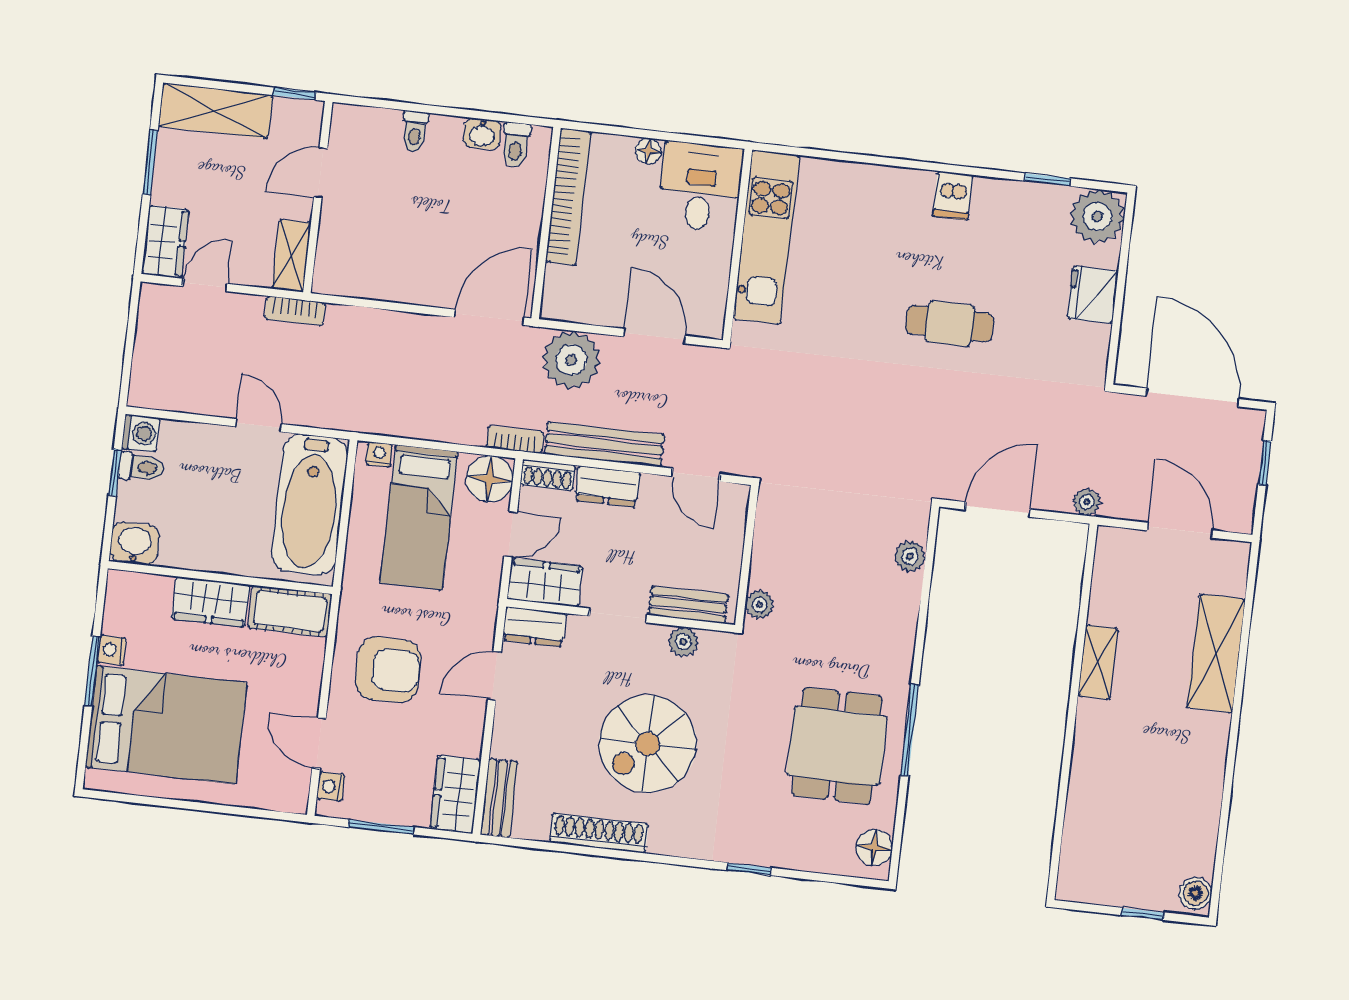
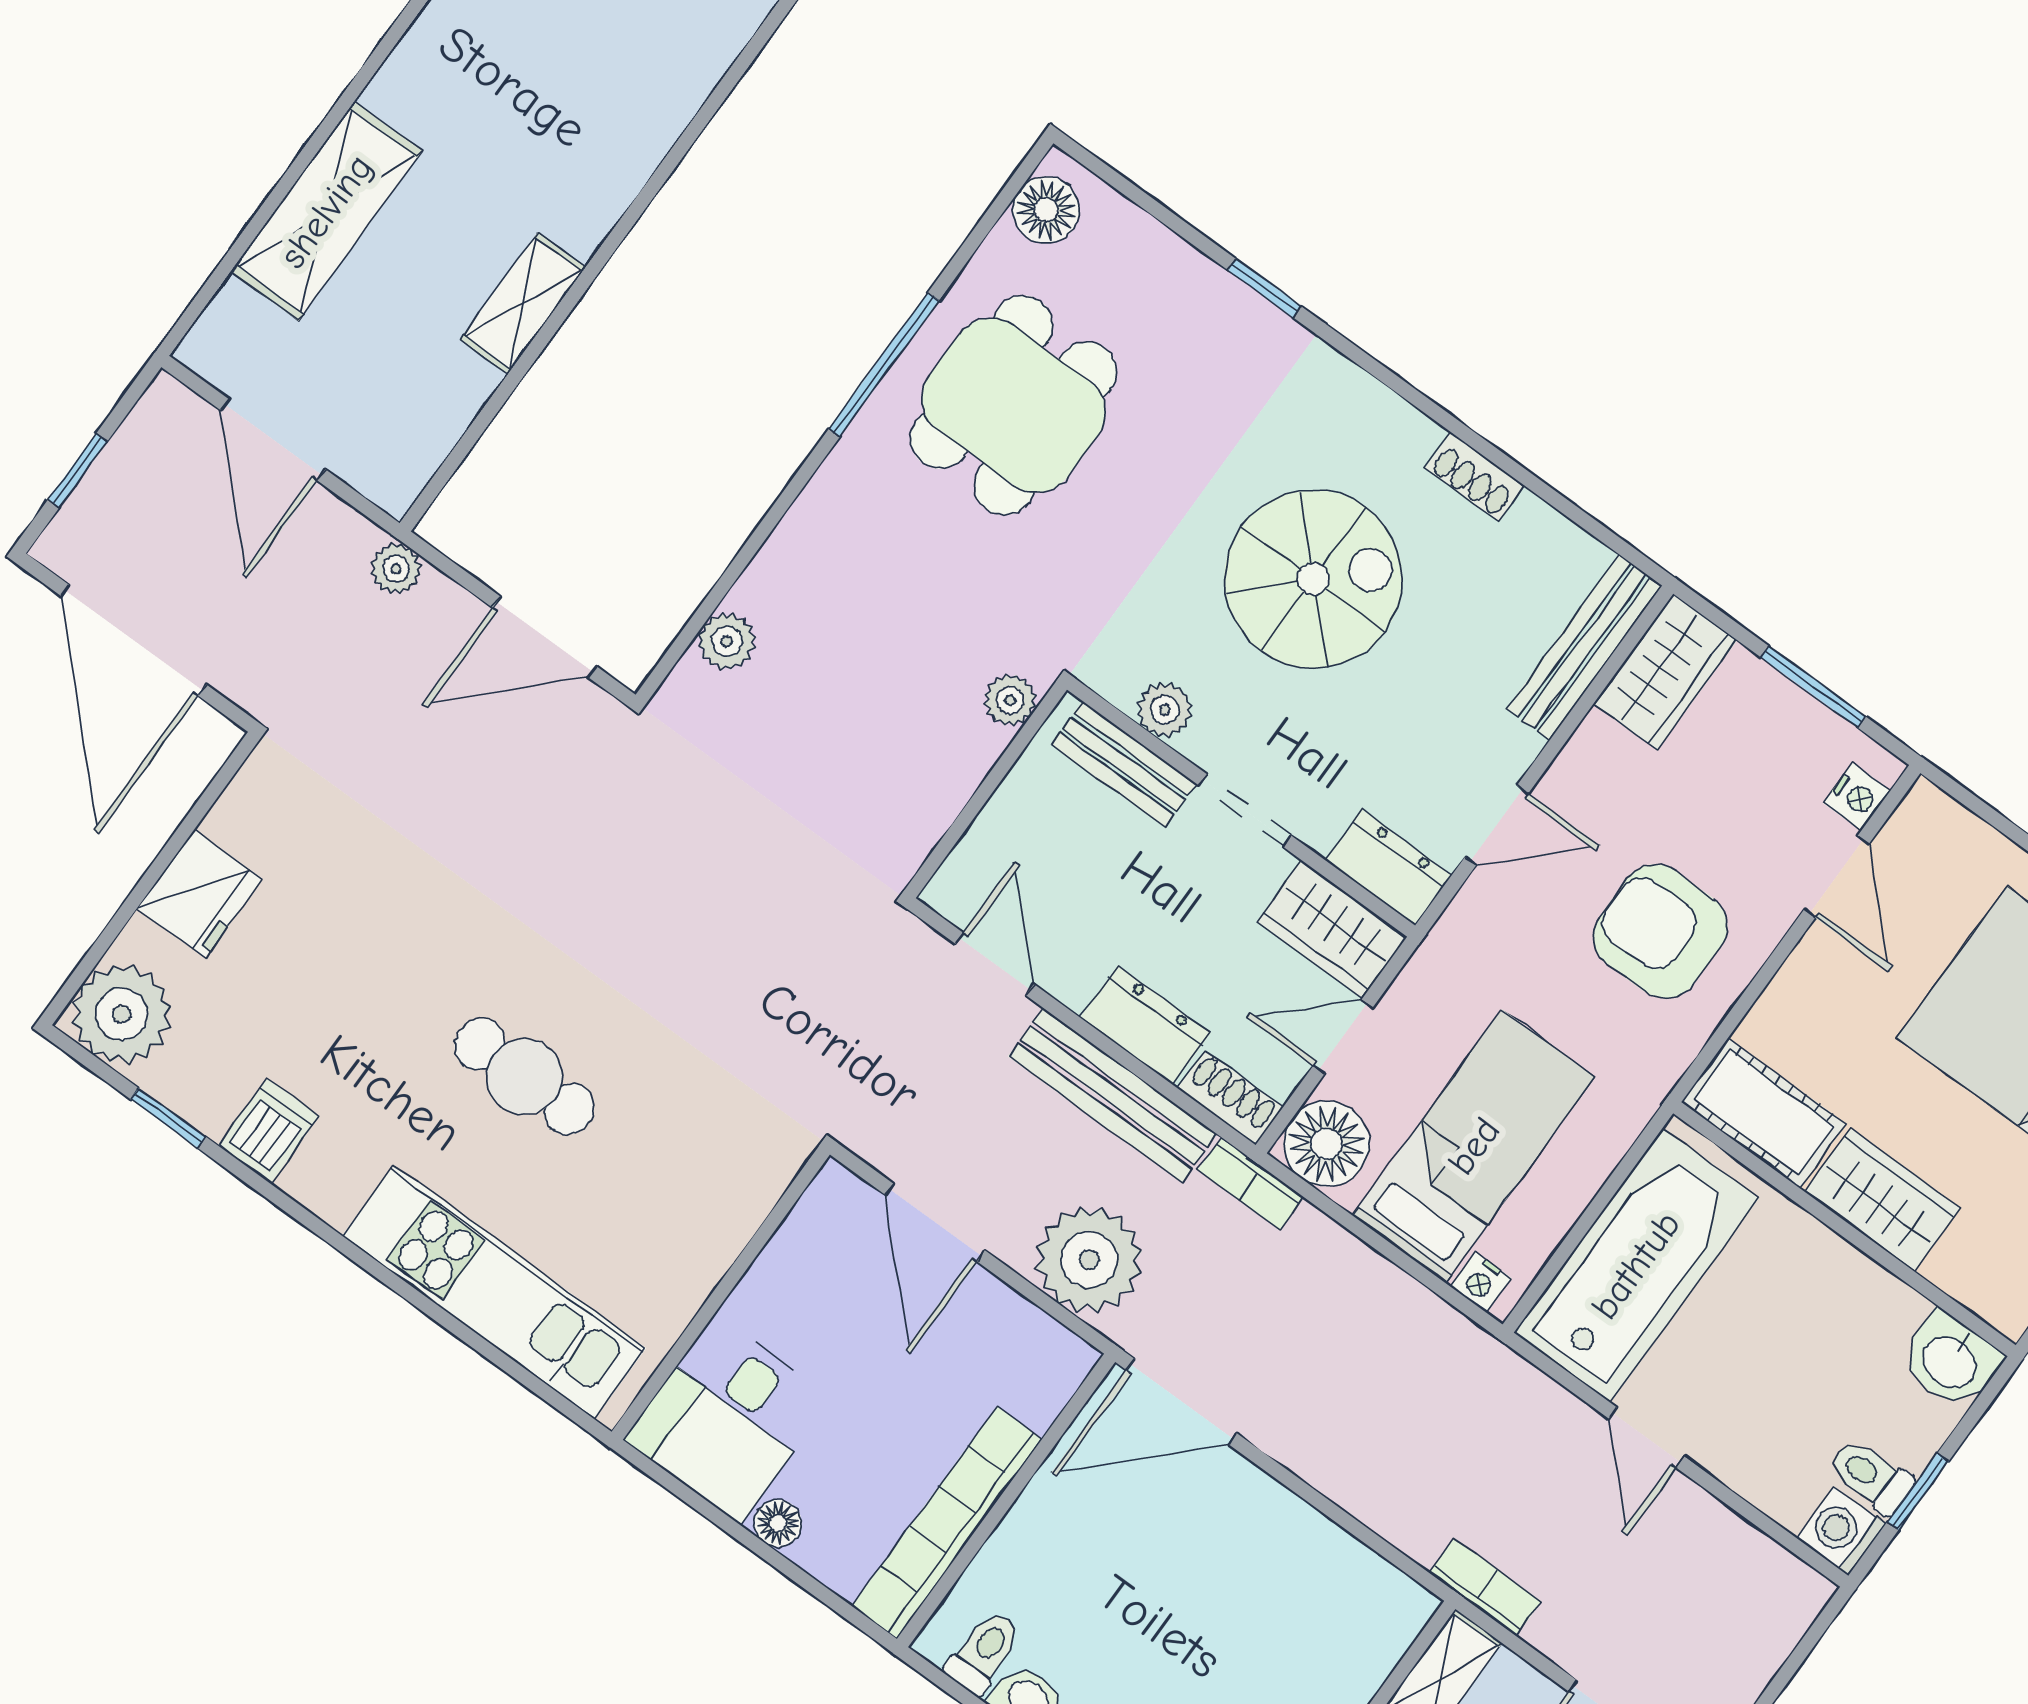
dishwasher: (953, 195) -> (269, 1131), moved
kitchen unit: (766, 237) -> (494, 1292), moved, turned 90
cafe table: (950, 324) -> (524, 1076), moved
bench: (499, 798) -> (1584, 647), width x1.36
shoe rack: (599, 833) -> (1475, 477), width x0.51, depth x0.81

